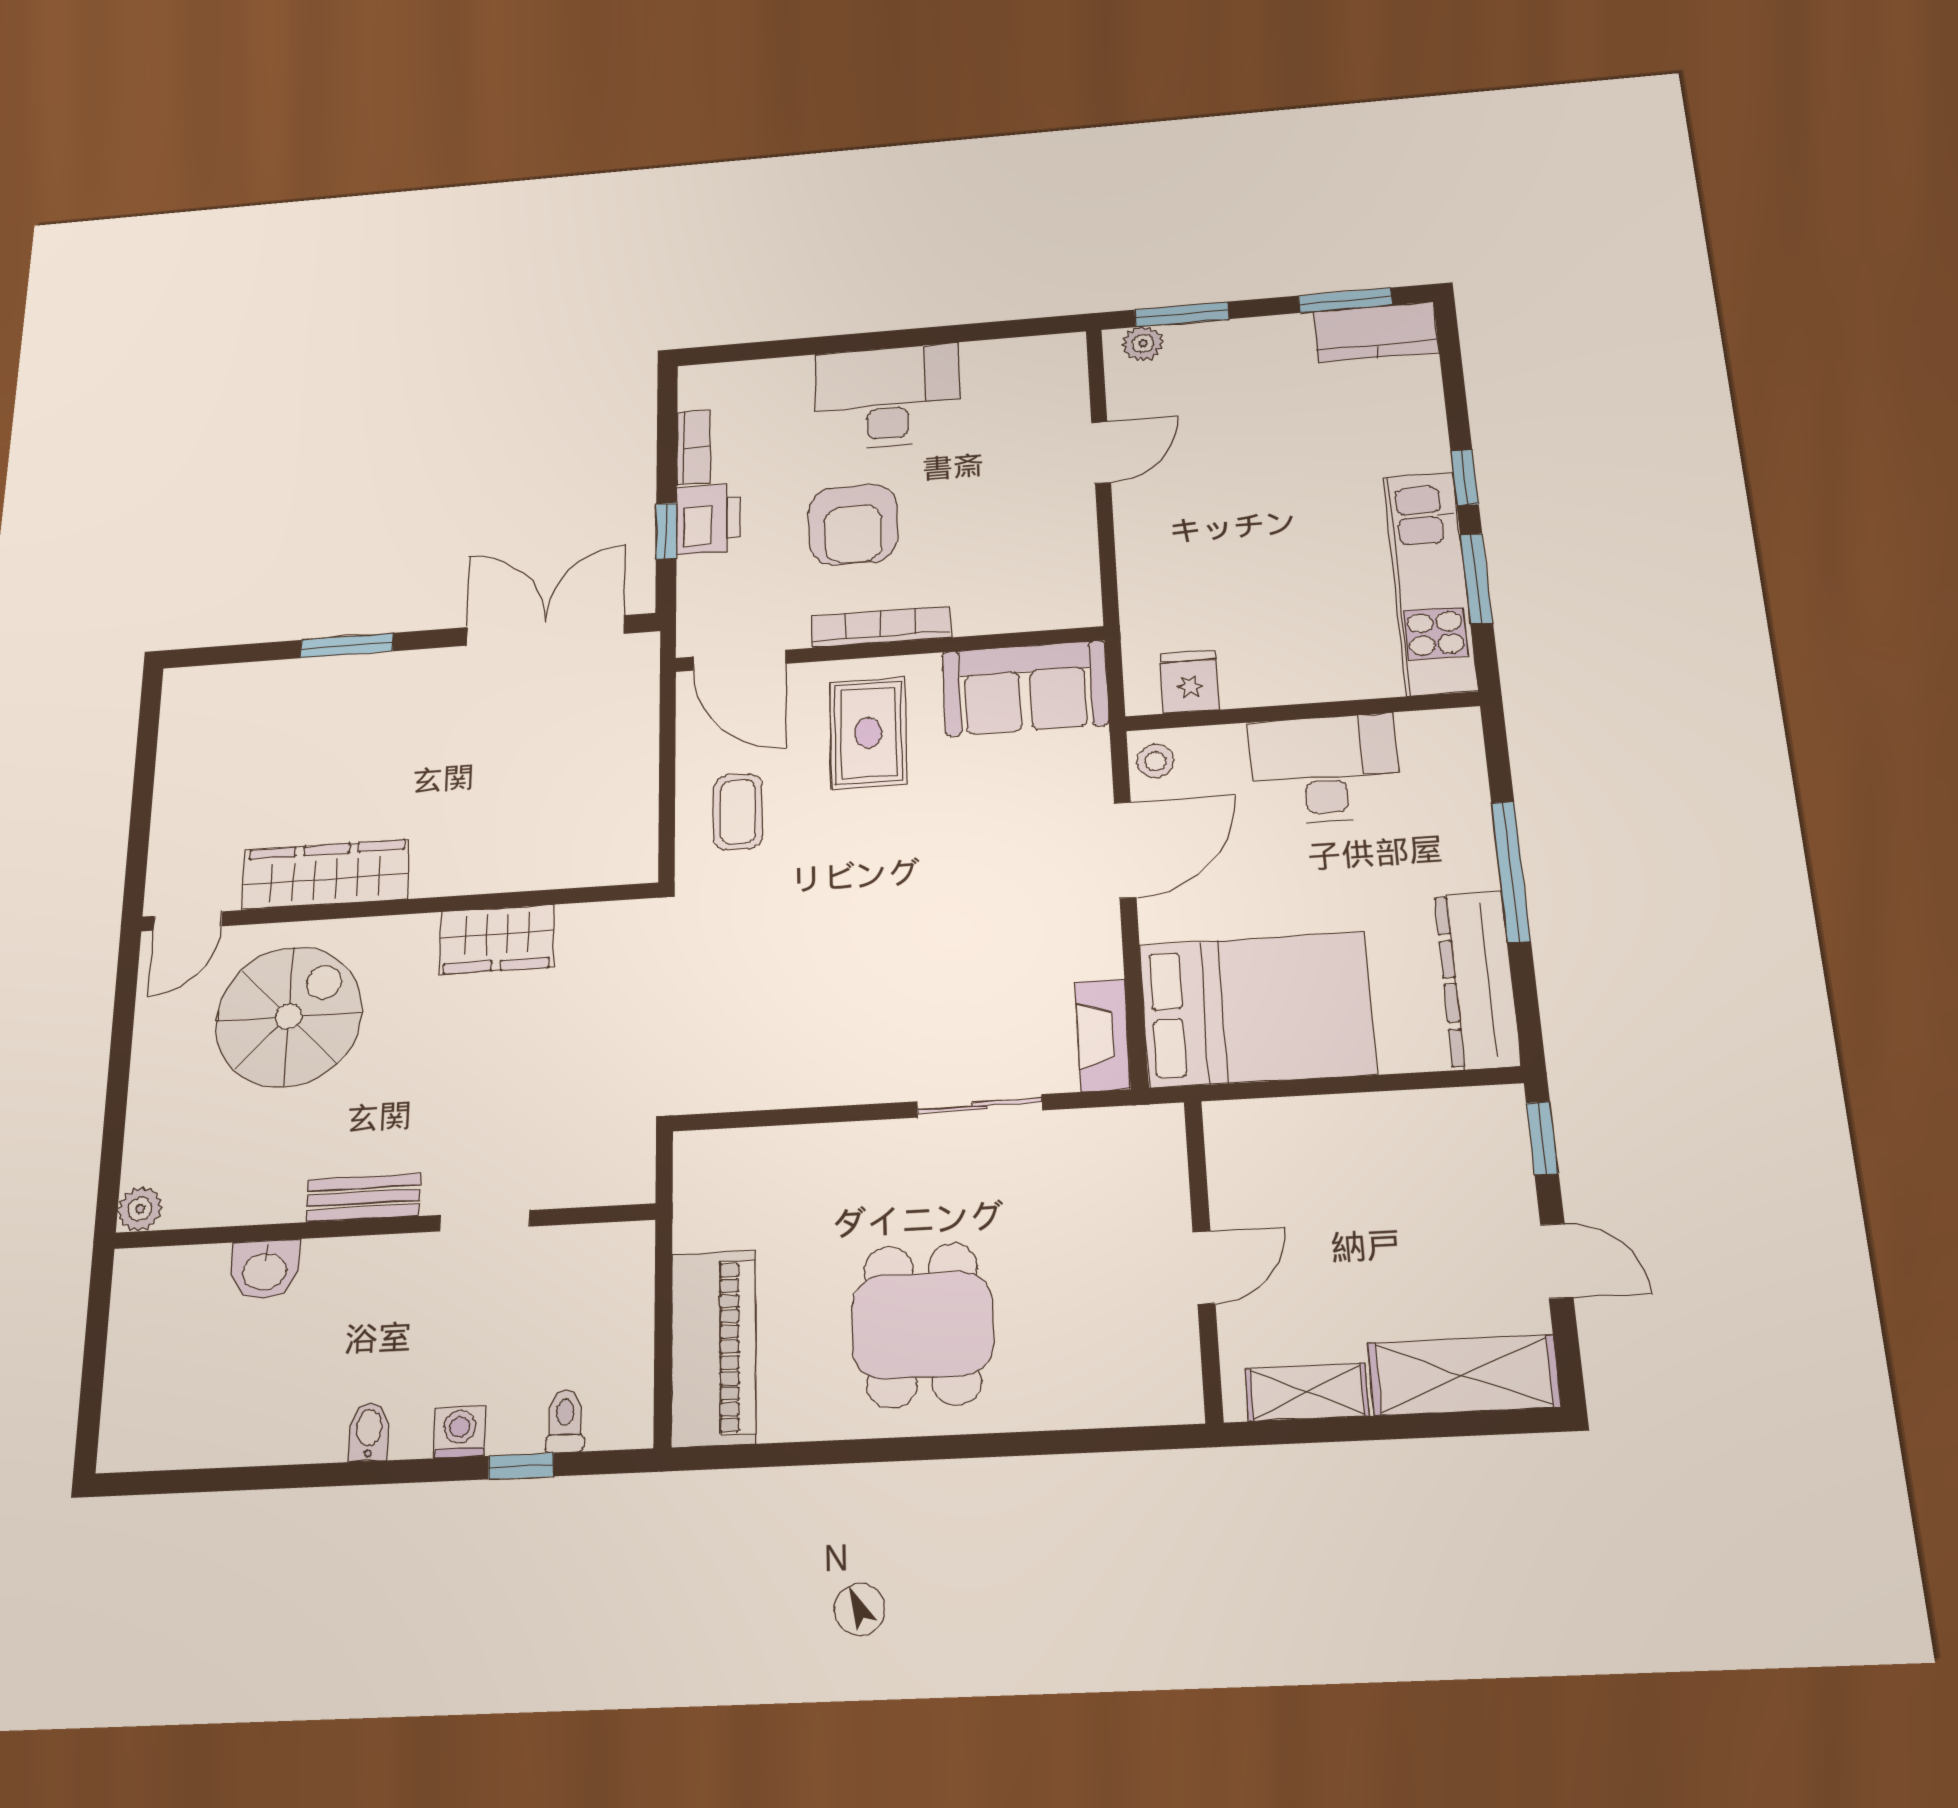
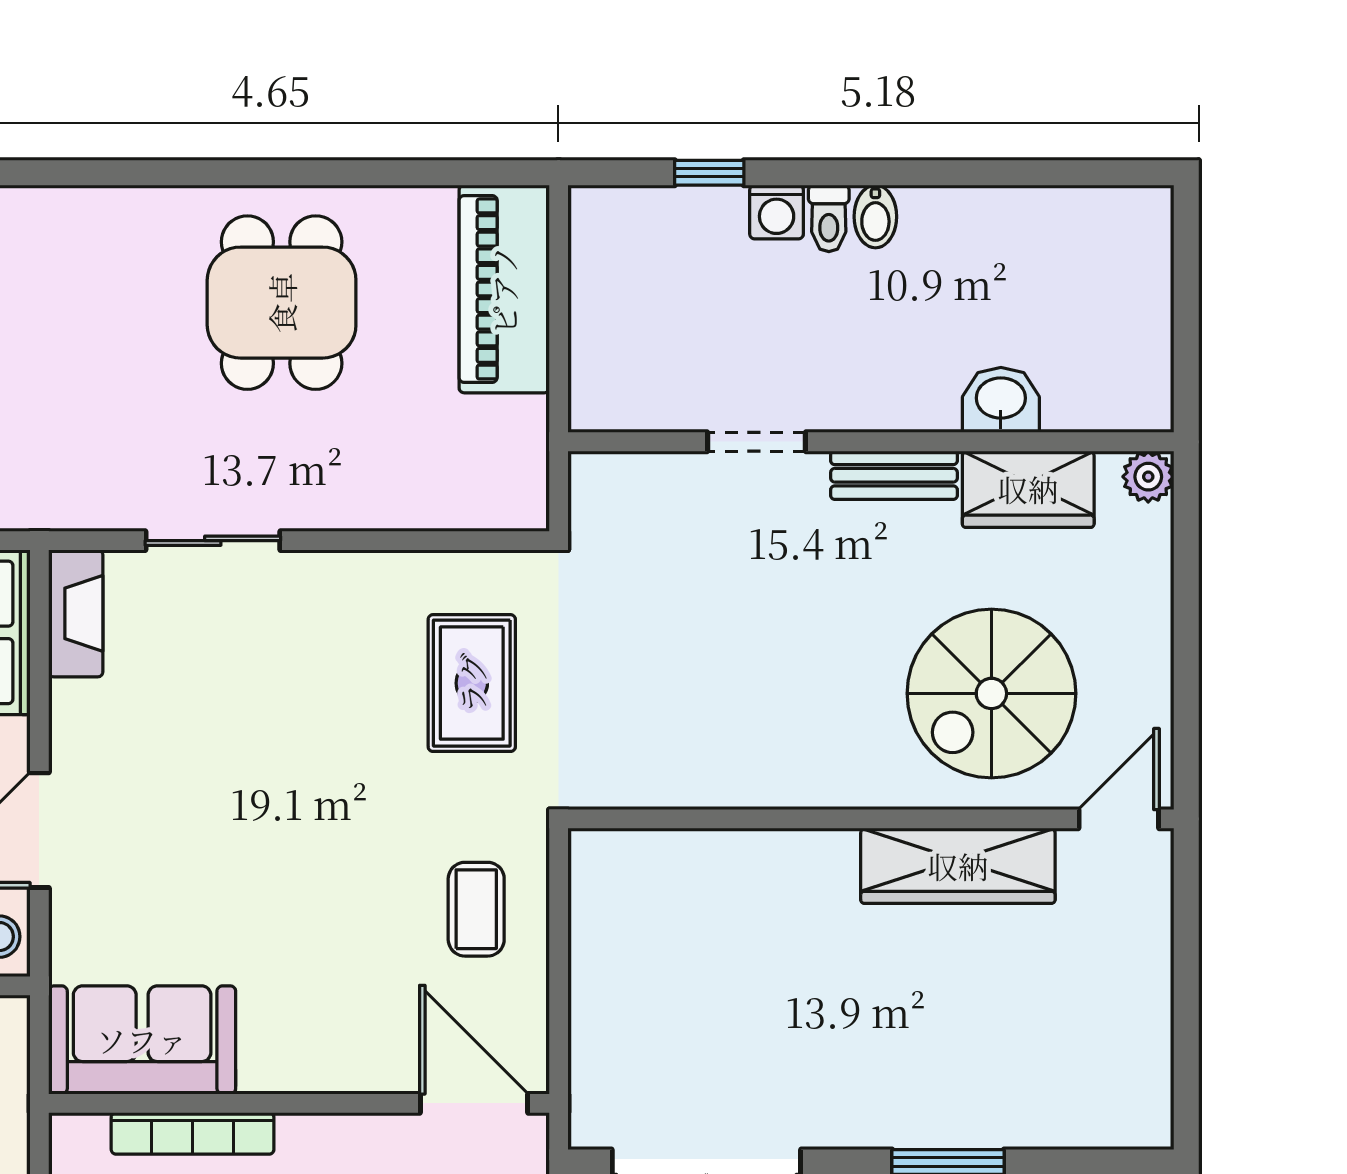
bookcase: (881, 627) -> (193, 1133), moved
rug: (868, 733) -> (472, 683), moved
wardrobe: (497, 939) -> (1028, 489), moved, turned 180
toilet: (565, 1421) -> (829, 218), moved

